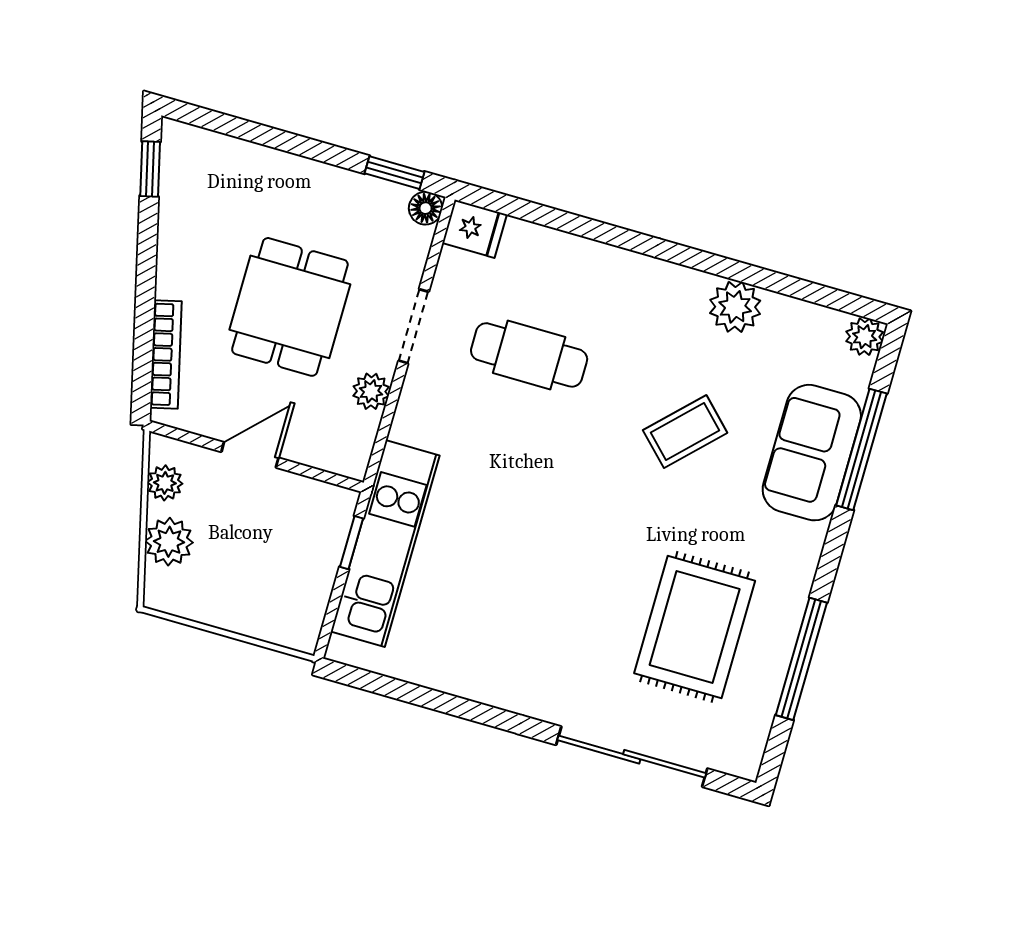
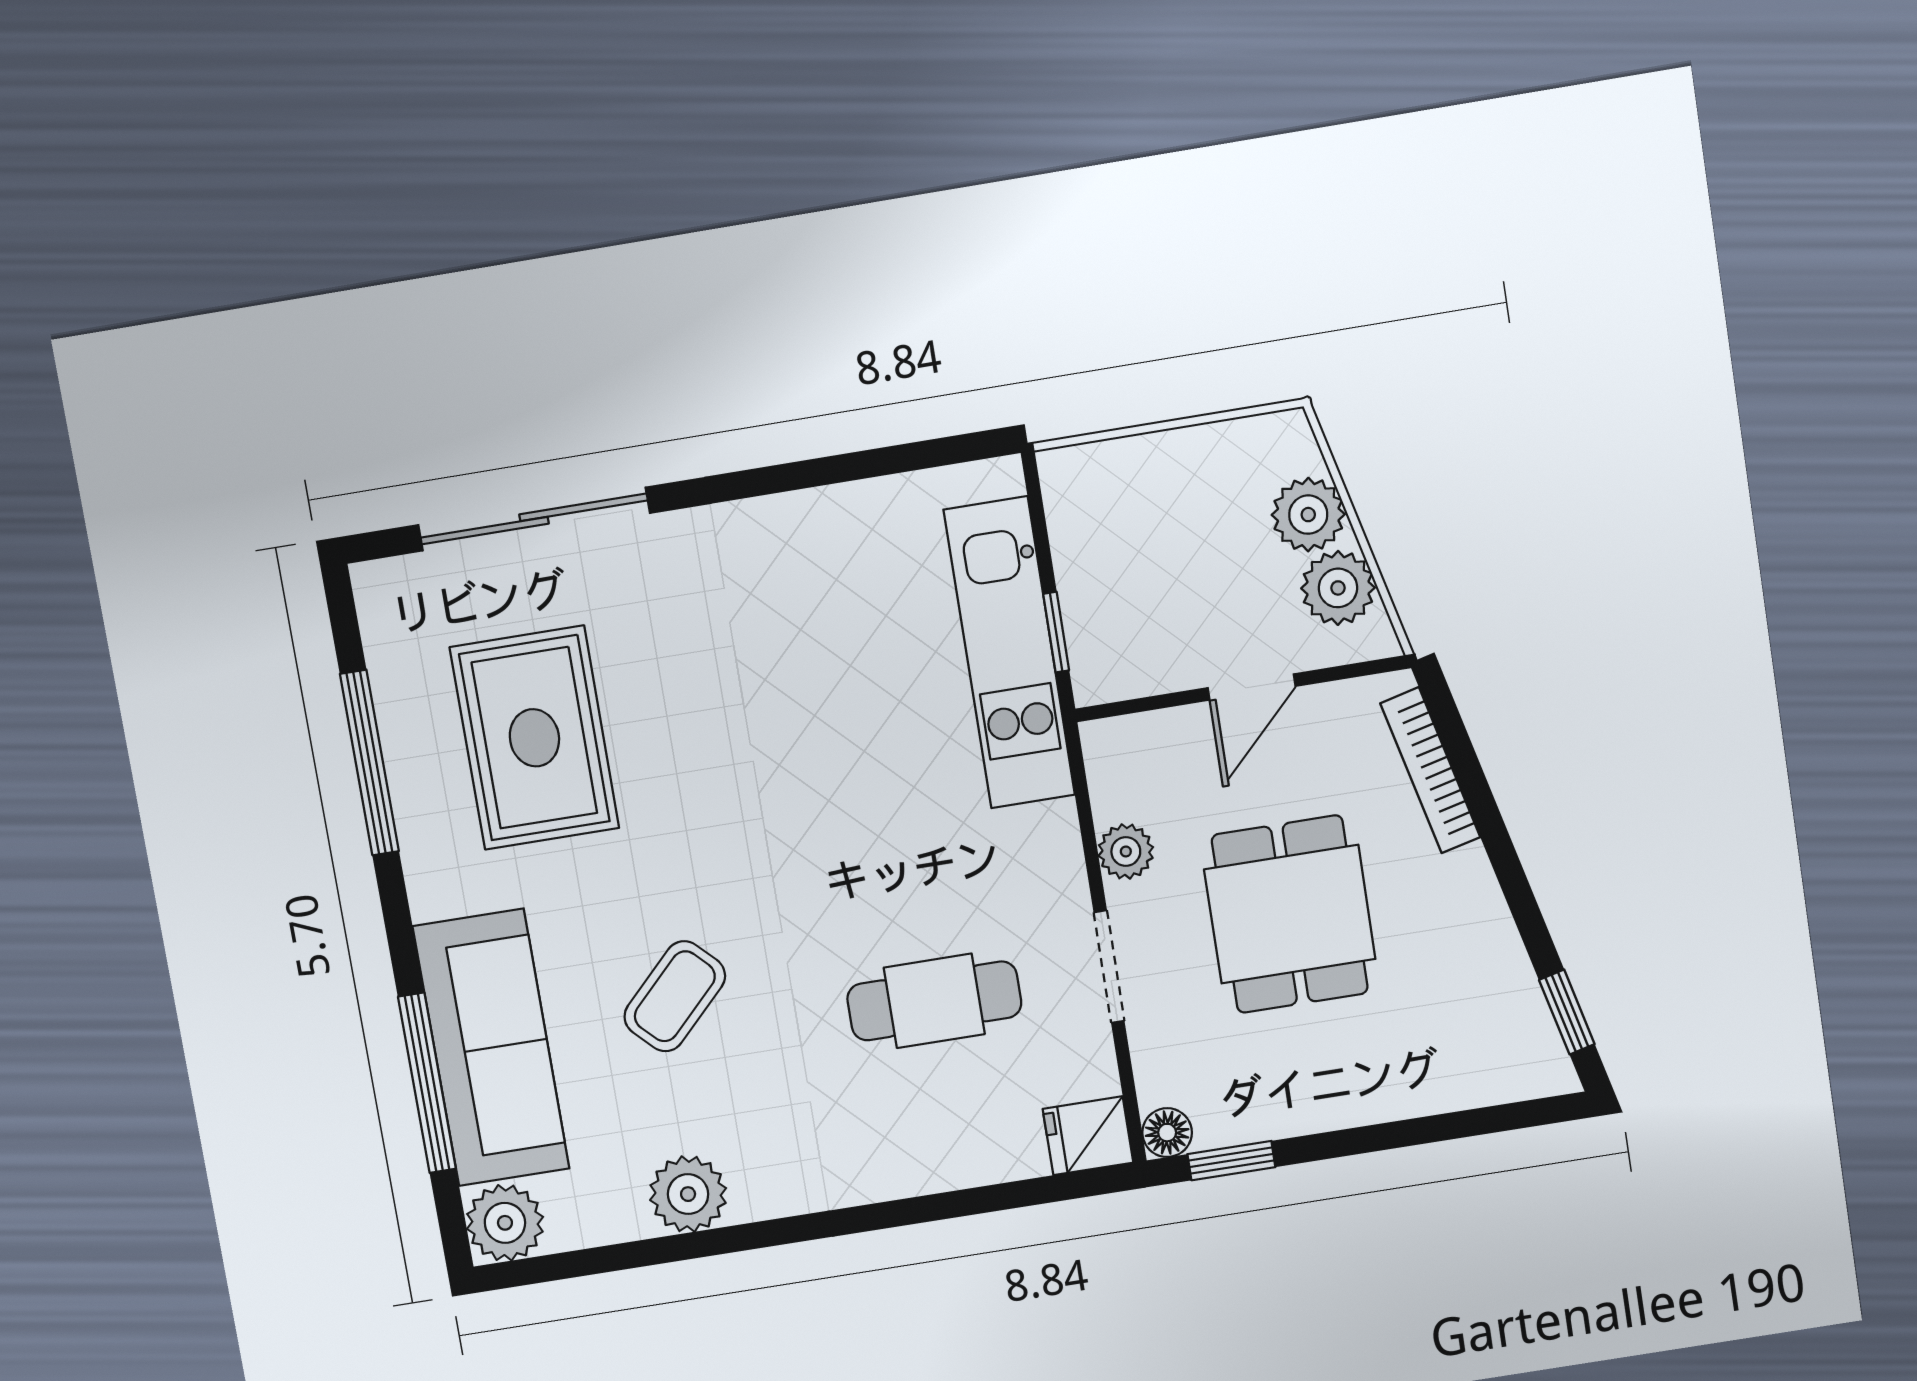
plant: (865, 337) -> (505, 1223), width x1.38, depth x1.38
sofa: (812, 453) -> (491, 1048), width x1.36
plant: (165, 483) -> (1338, 588), width x1.38, depth x1.38

